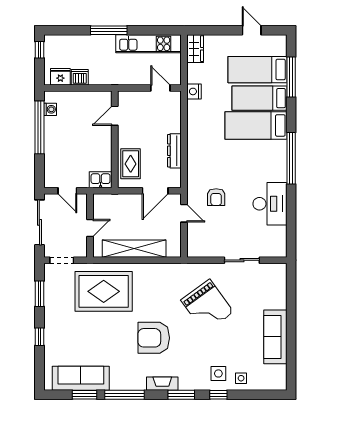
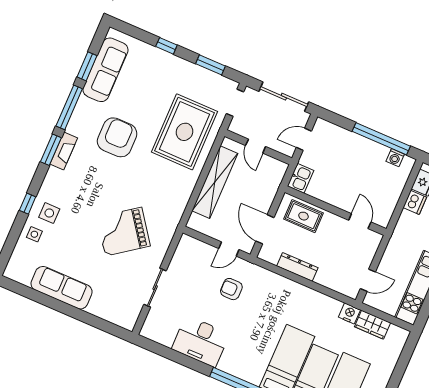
wardrobe: (195, 49) -> (373, 325), moved
armchair: (154, 338) -> (117, 137), moved
window: (181, 395) -> (51, 150), moved

